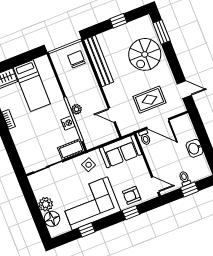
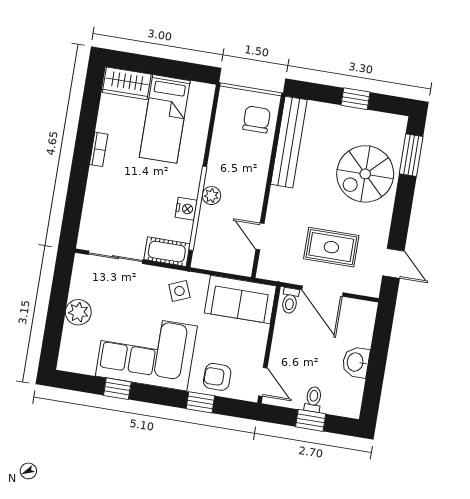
floor lamp: (52, 219) -> (74, 340), removed

